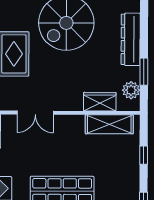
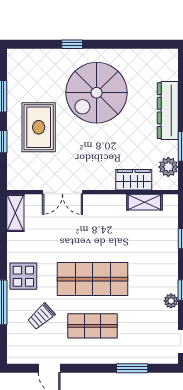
shelving: (109, 124) -> (144, 202), width x0.67, depth x0.75

